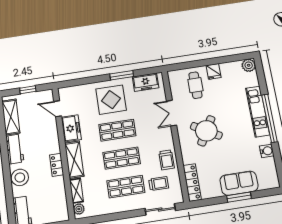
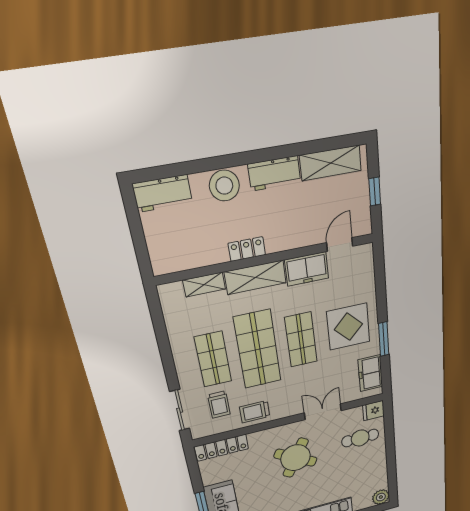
fridge: (214, 71) -> (374, 410), moved
shop shelf: (122, 158) -> (258, 349), width x1.43, depth x1.36
plant: (79, 209) -> (174, 291), removed

